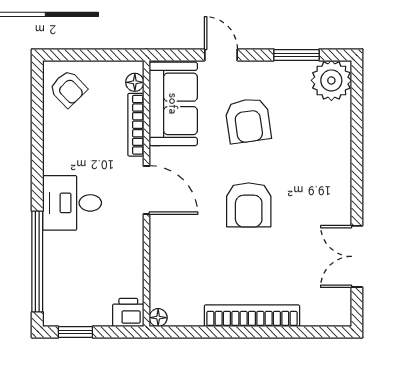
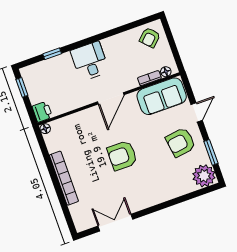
armchair: (248, 121) -> (181, 142), moved
bookcase: (136, 125) -> (149, 78), width x0.64
window: (37, 262) -> (52, 54), width x0.32

